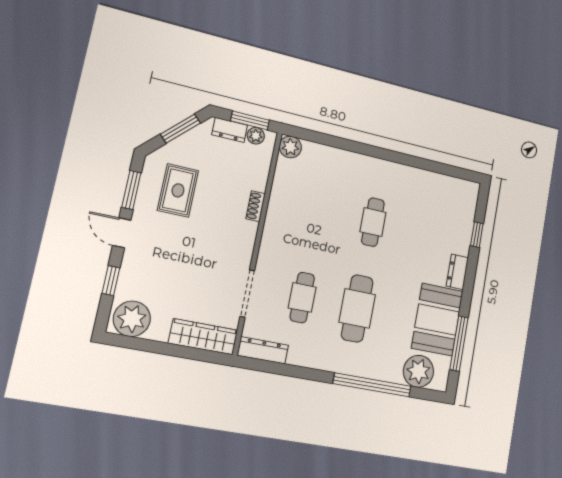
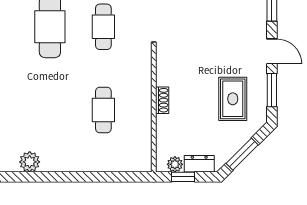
window: (250, 120) -> (183, 177), width x0.67
plant: (290, 147) -> (30, 162), moved
cafe table: (373, 222) -> (103, 110), moved

